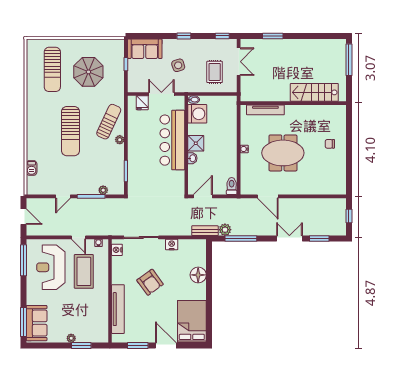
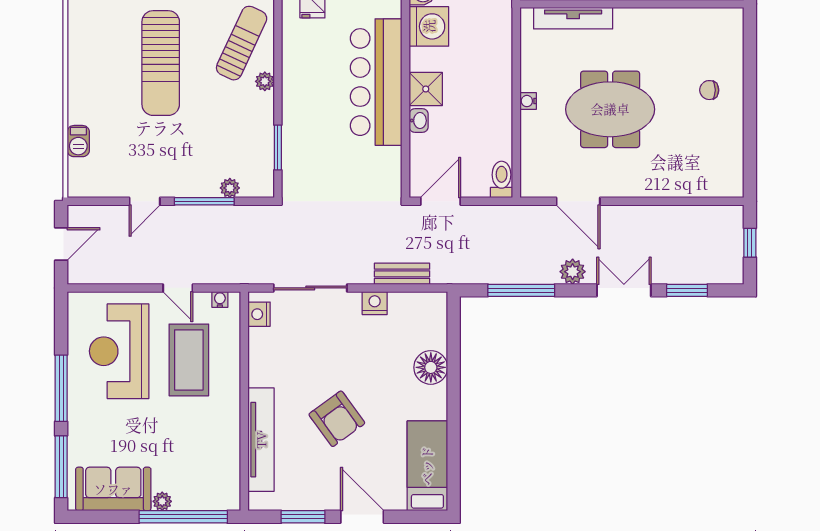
door: (23, 217) -> (61, 244), hinge flipped
plant: (225, 230) -> (573, 272), moved
bench: (205, 231) -> (402, 274), moved
window: (23, 260) -> (61, 388), moved
armchair: (150, 282) -> (337, 419), moved
bed: (192, 321) -> (427, 466), width x0.67
sofa: (37, 323) -> (113, 489), moved, turned -90
window: (81, 346) -> (183, 517), width x2.11

